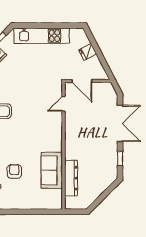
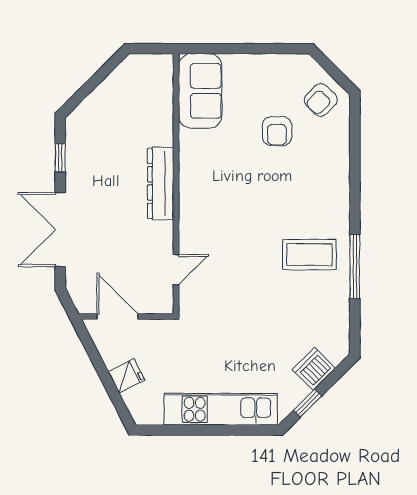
door: (82, 81) -> (117, 317), moved
sofa: (52, 170) -> (200, 91), moved
dresser: (71, 178) -> (161, 183), moved

